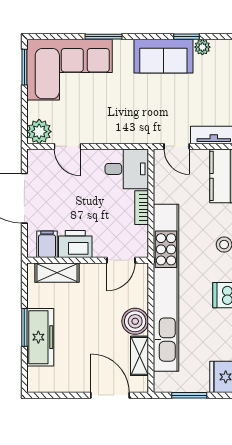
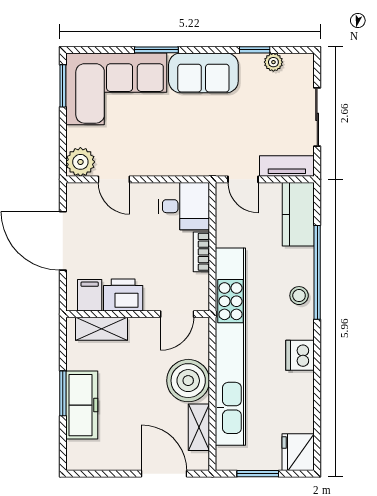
sofa: (163, 56) -> (203, 73), moved
boiler: (135, 321) -> (188, 381), width x1.37, depth x1.37

